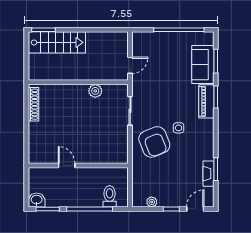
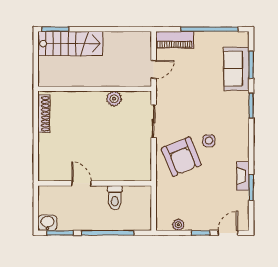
piano: (206, 101) -> (175, 40), moved, turned -90
fireplace: (208, 174) -> (243, 176), moved
toilet: (110, 196) -> (115, 198), moved, turned 180

